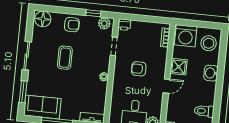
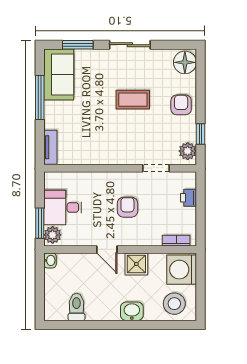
armchair: (72, 25) -> (181, 105), turned 180
printer: (124, 25) -> (189, 198), moved
plant: (104, 77) -> (111, 158), removed

